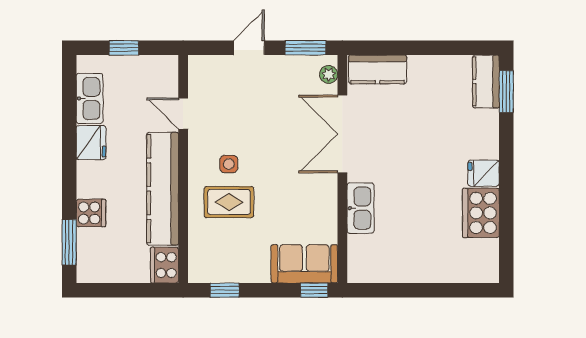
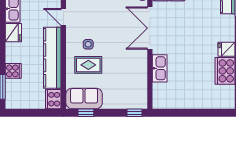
sofa: (304, 264) -> (84, 98), moved

